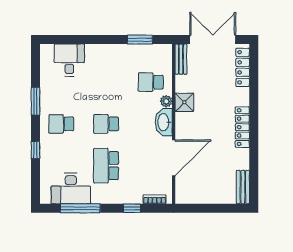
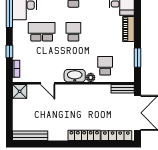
piano: (102, 51) -> (129, 29), added
shower: (184, 102) -> (20, 91), moved
locker: (242, 127) -> (84, 135), moved
door: (174, 158) -> (48, 83), width x0.53
bench: (243, 187) -> (30, 136), width x1.36

